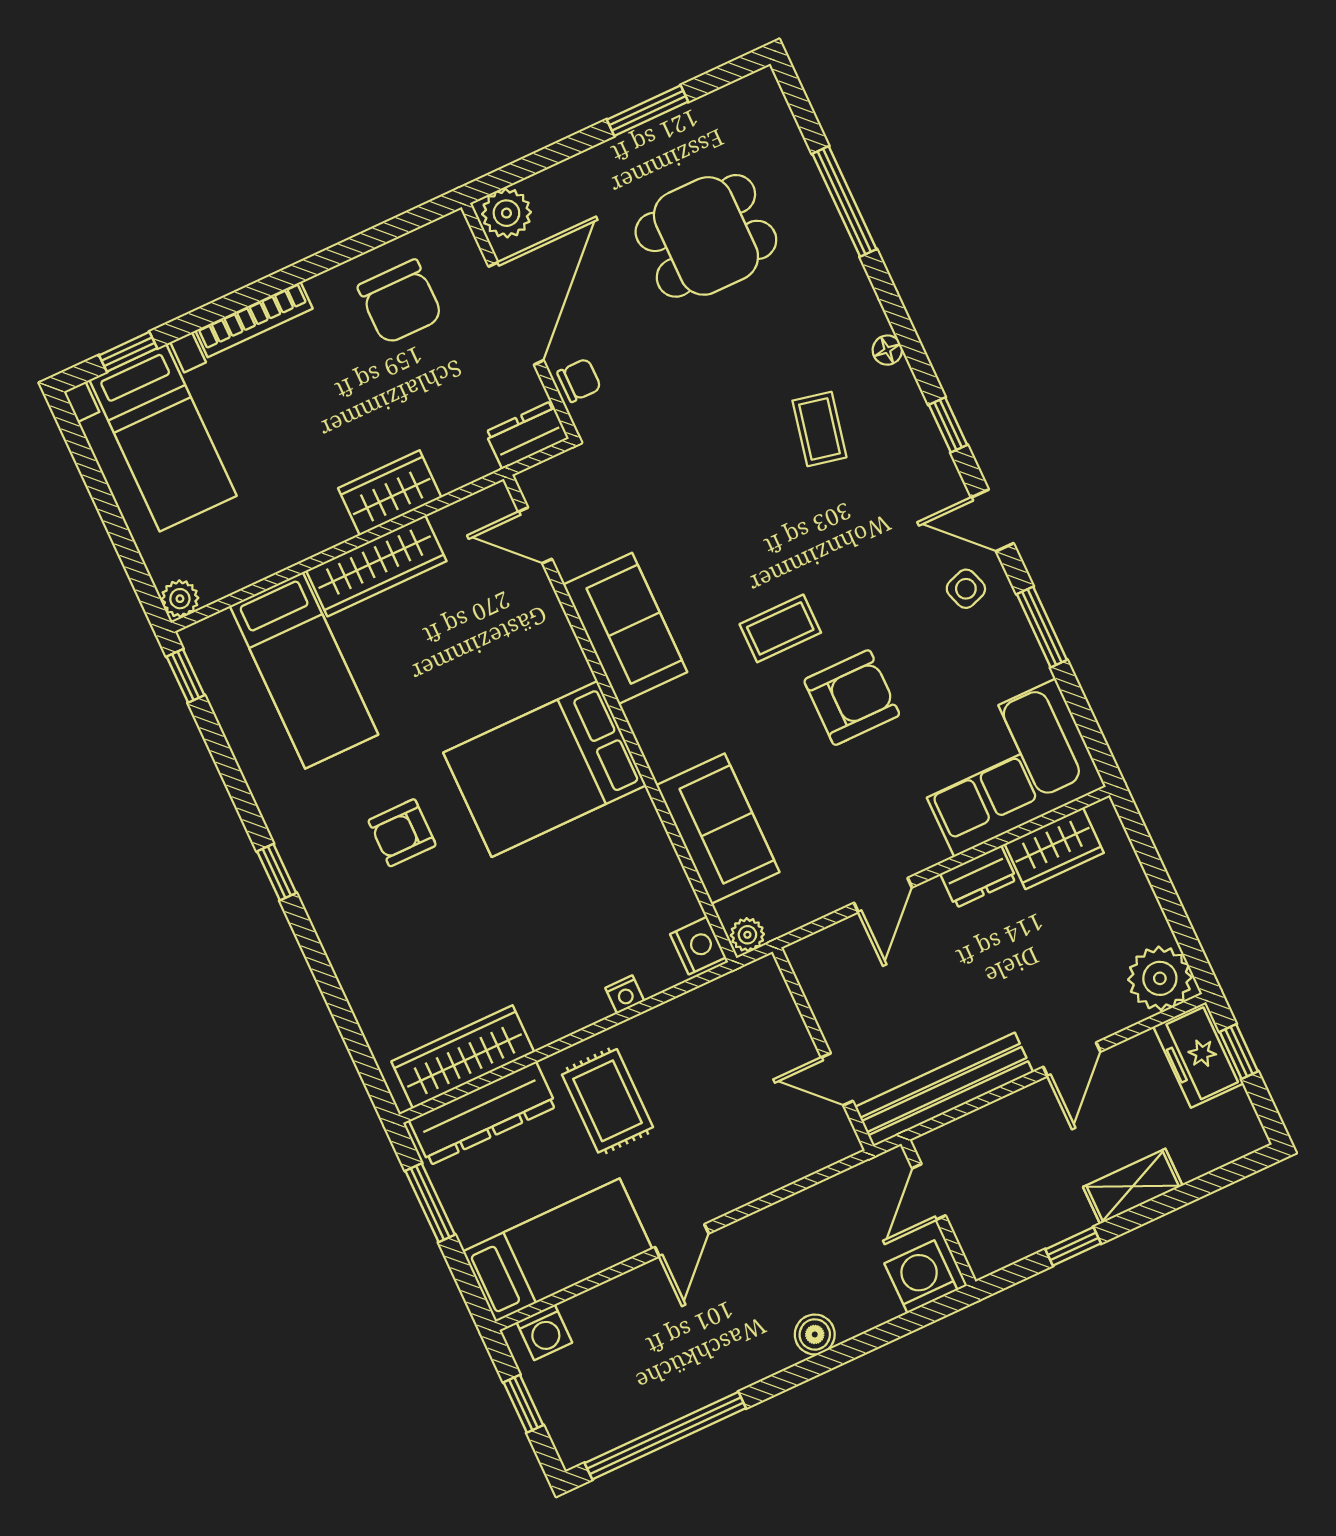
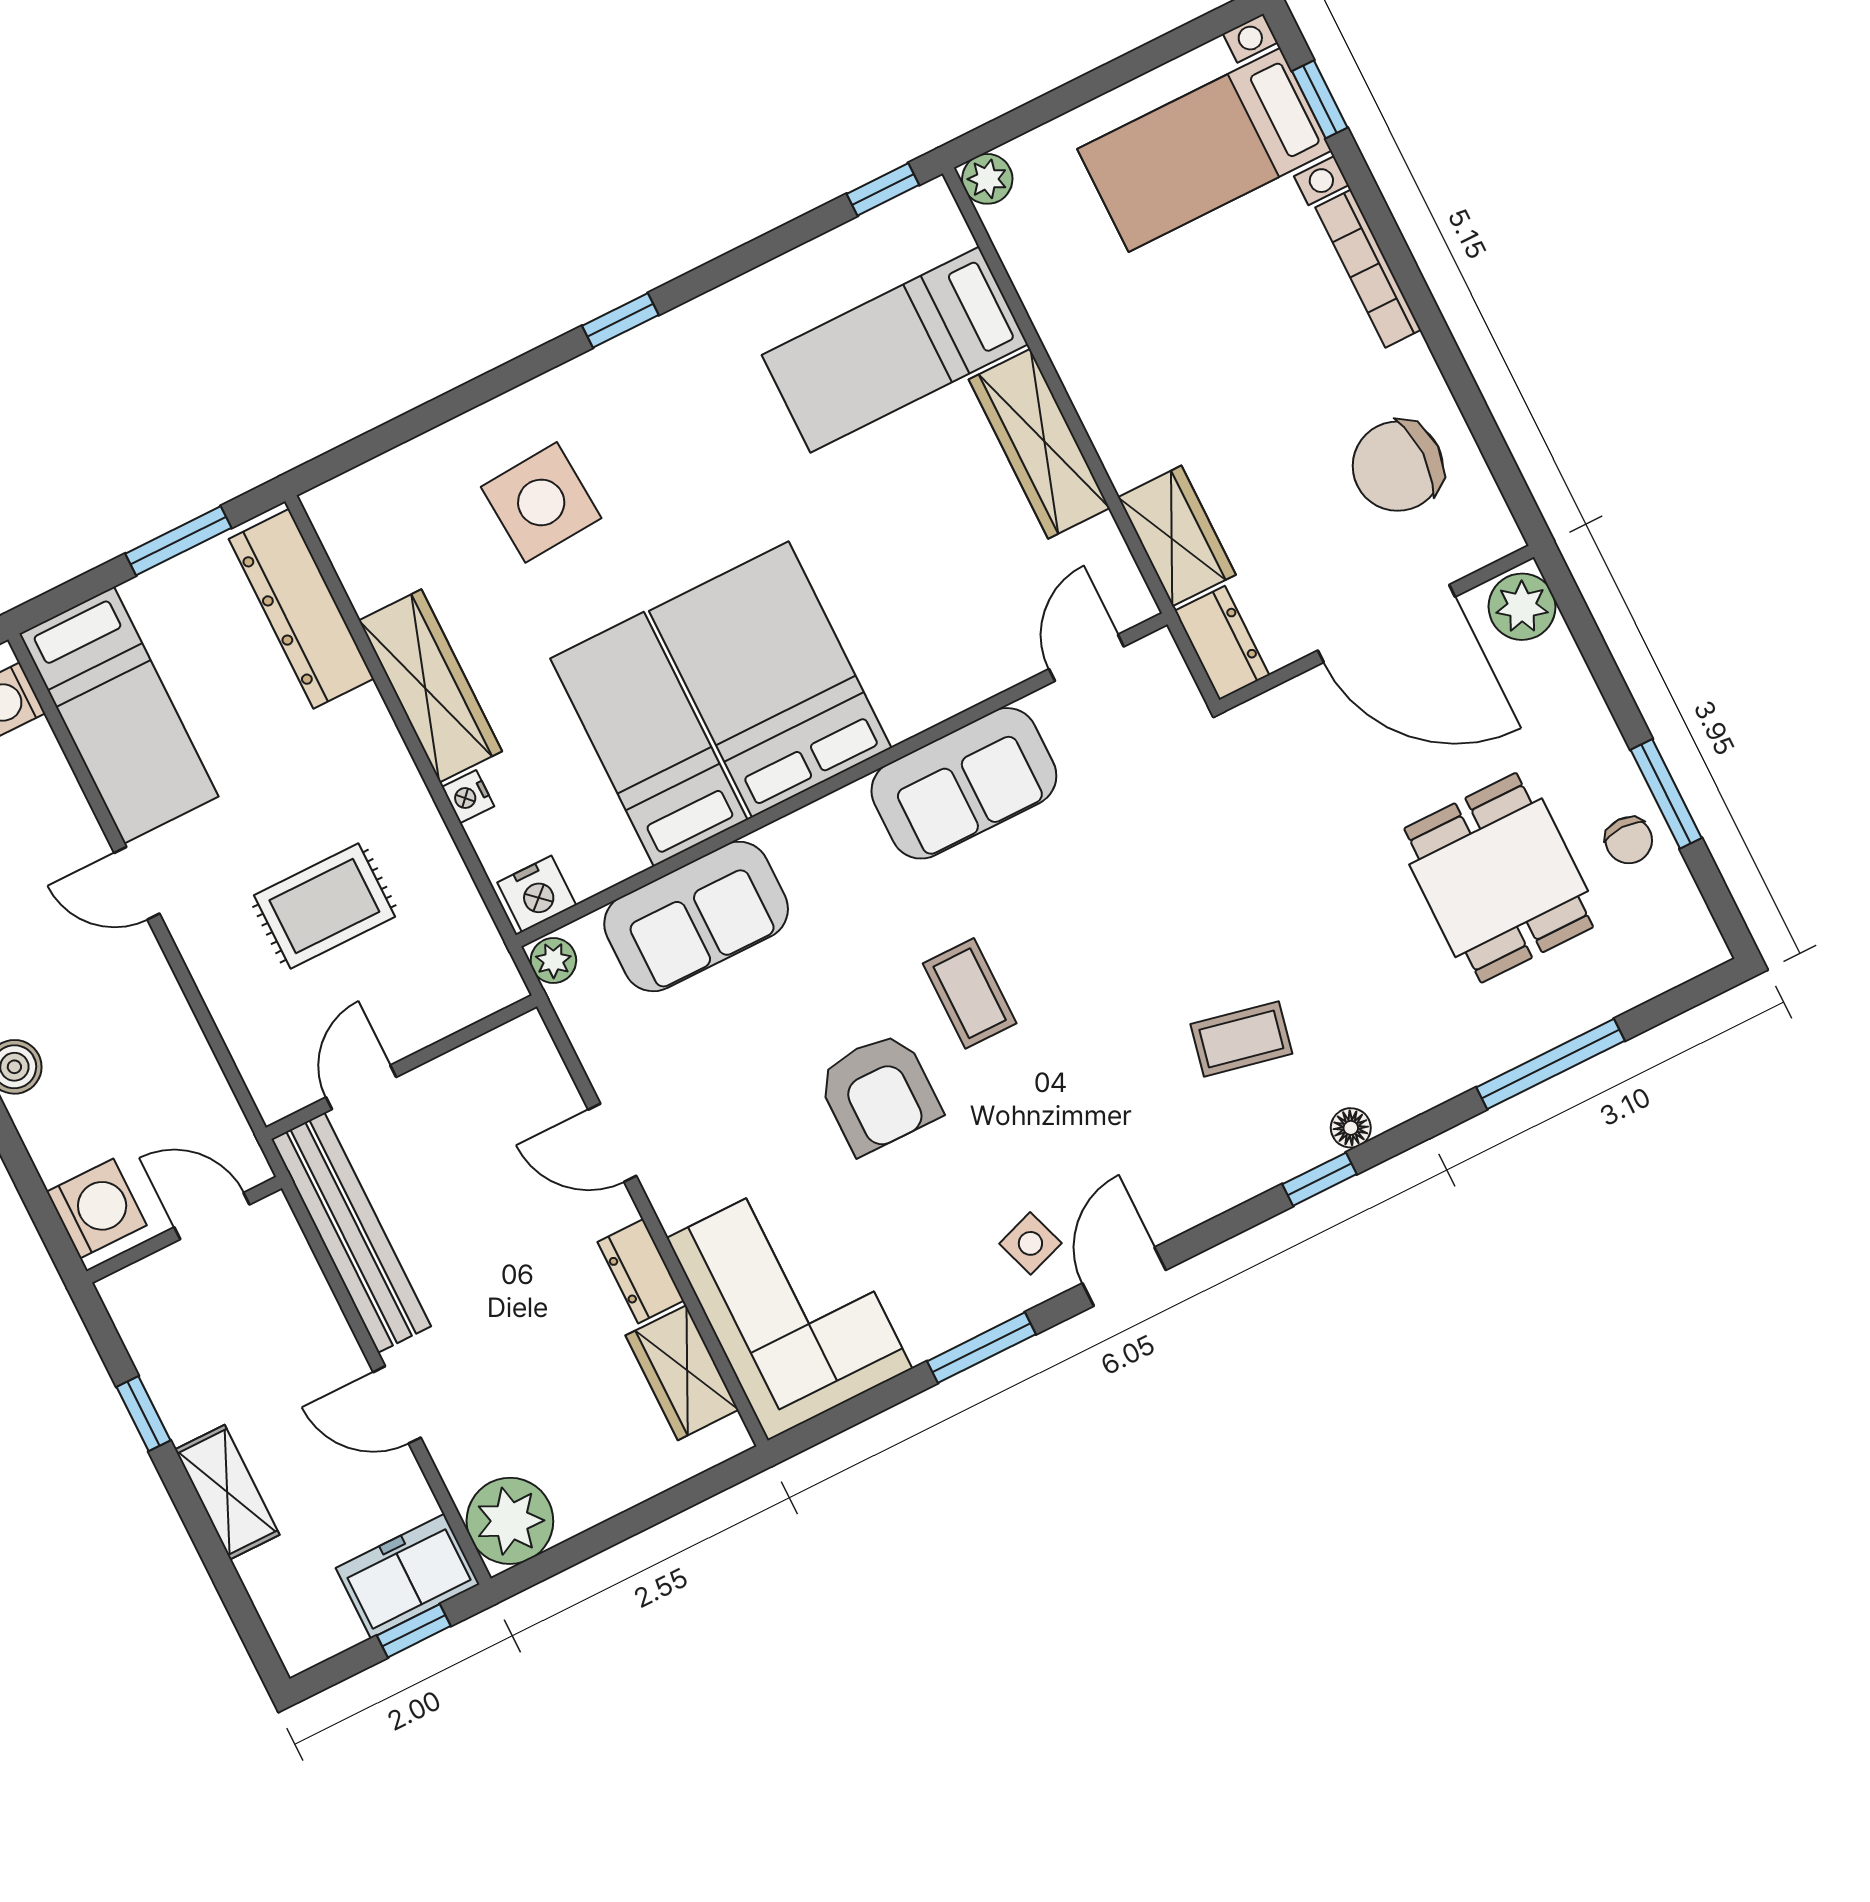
chair: (579, 380) -> (1629, 840), moved
window: (948, 425) -> (1320, 1179), moved
wardrobe: (390, 493) -> (1177, 536), moved
armchair: (402, 833) -> (678, 489), removed
bed: (586, 860) -> (649, 739), added
side table: (409, 934) -> (541, 502), added
wardrobe: (463, 1057) -> (430, 686), moved
rug: (607, 1101) -> (324, 906), moved

